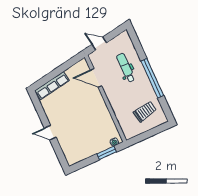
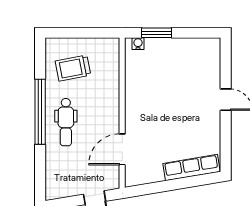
dental chair: (126, 68) -> (66, 122), moved
door: (96, 78) -> (122, 149), swing flipped

